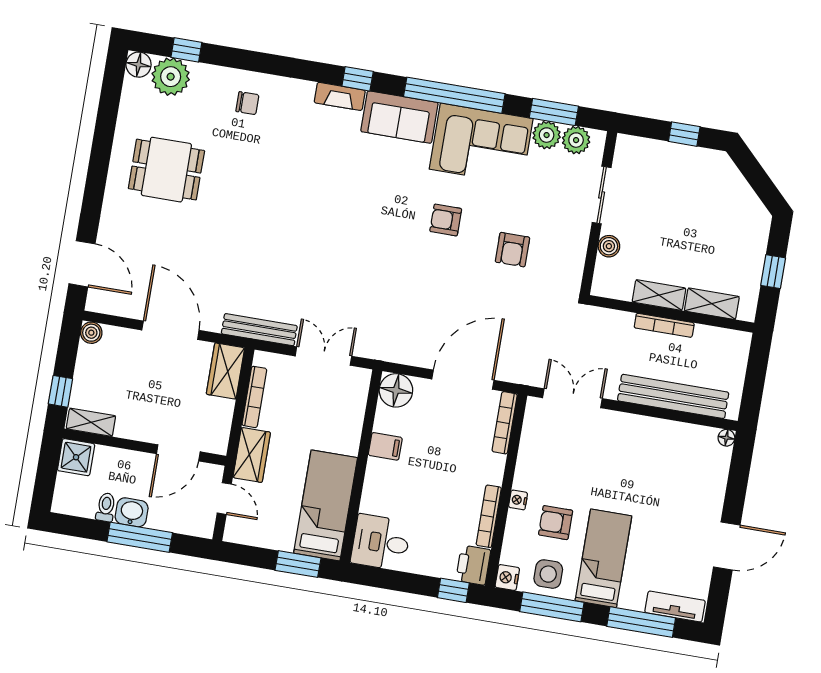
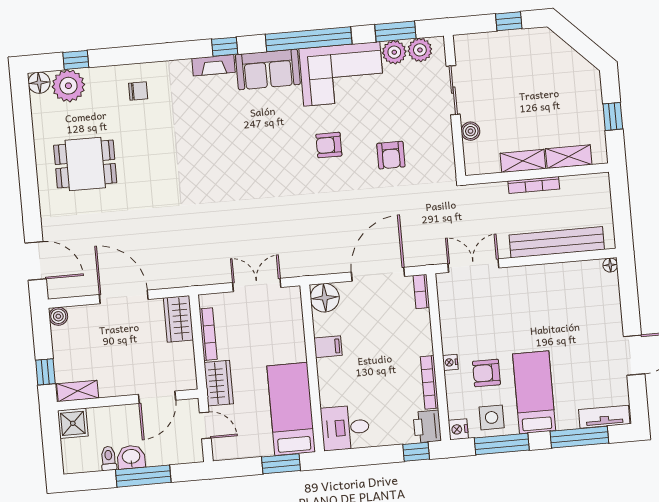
bench: (259, 330) -> (198, 277), removed
bookcase: (505, 423) -> (421, 292), width x0.64

